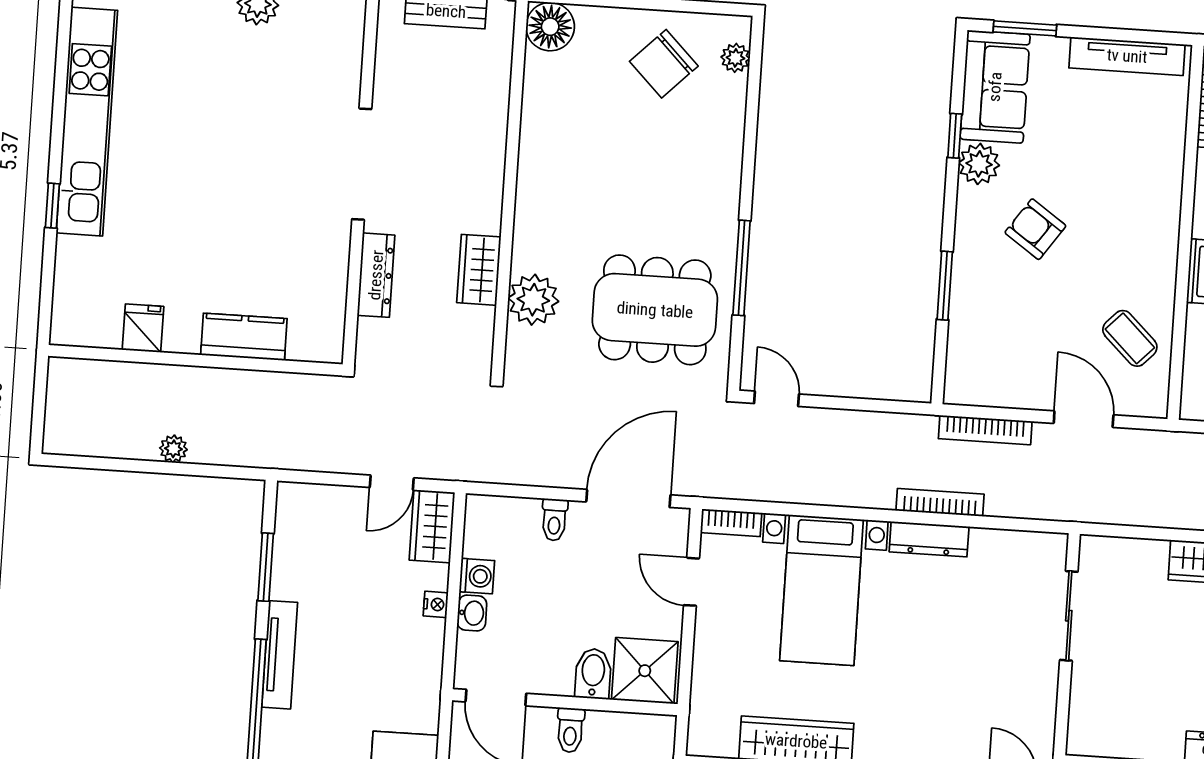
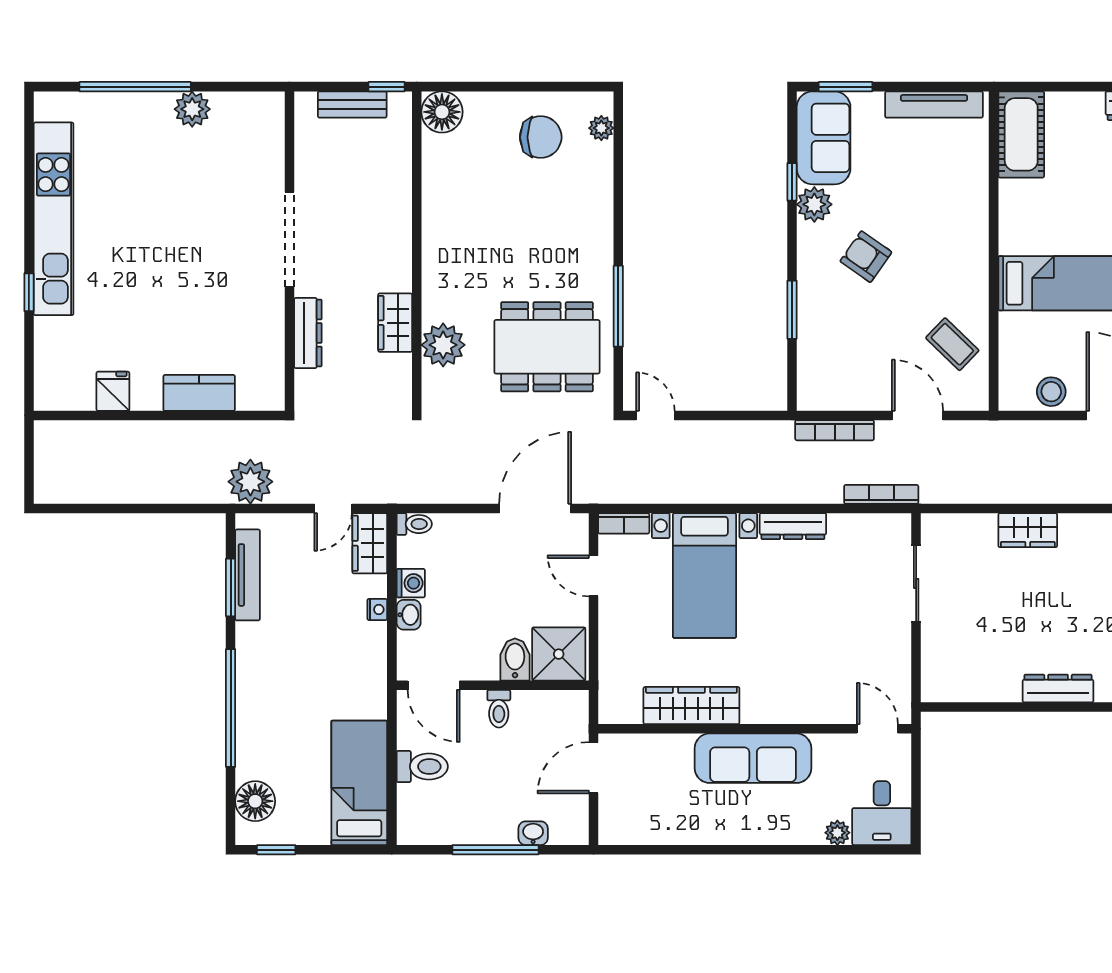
chair: (664, 64) -> (541, 137), turned -135
plant: (173, 449) -> (250, 482), moved, width x1.87, depth x1.87
bookcase: (940, 502) -> (881, 494), moved
toilet: (554, 520) -> (414, 524), moved, turned -90
tv unit: (280, 655) -> (248, 575), moved

